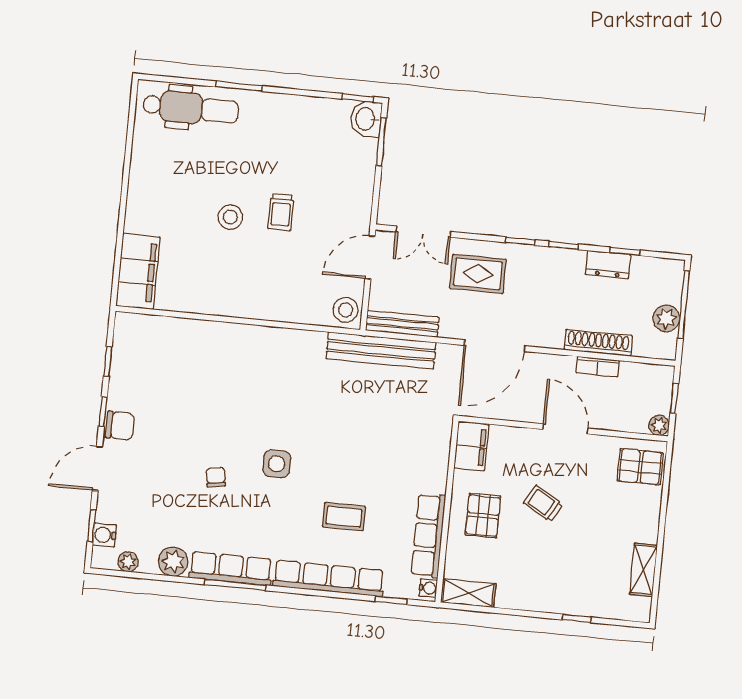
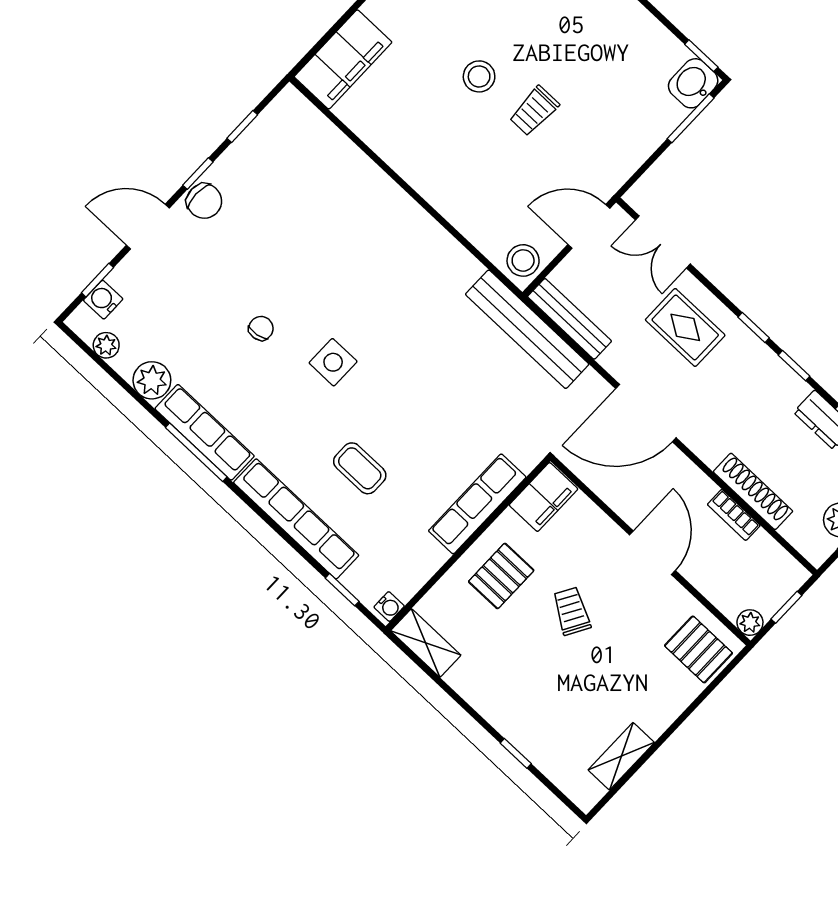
row of seats: (428, 536) -> (477, 504), moved

